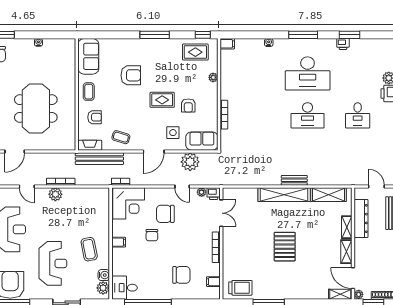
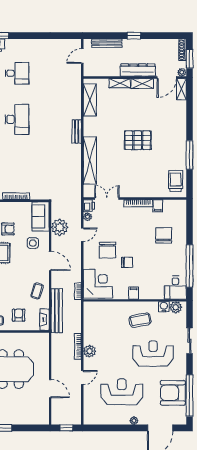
shelving: (284, 195) -> (90, 161), moved
dresser: (361, 219) -> (138, 70), moved
filing cabinet: (213, 282) -> (158, 206), moved

